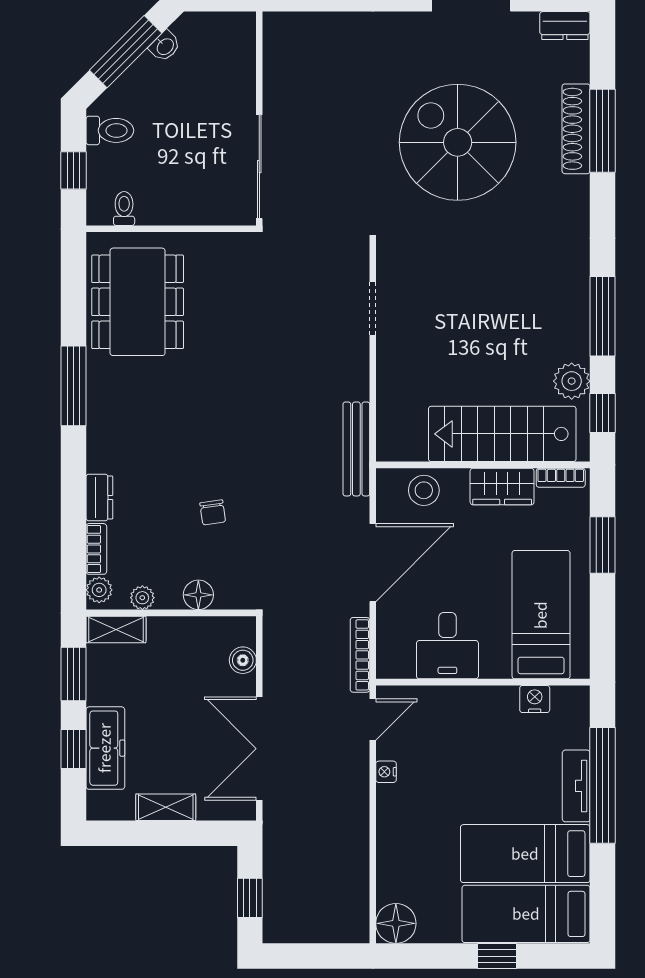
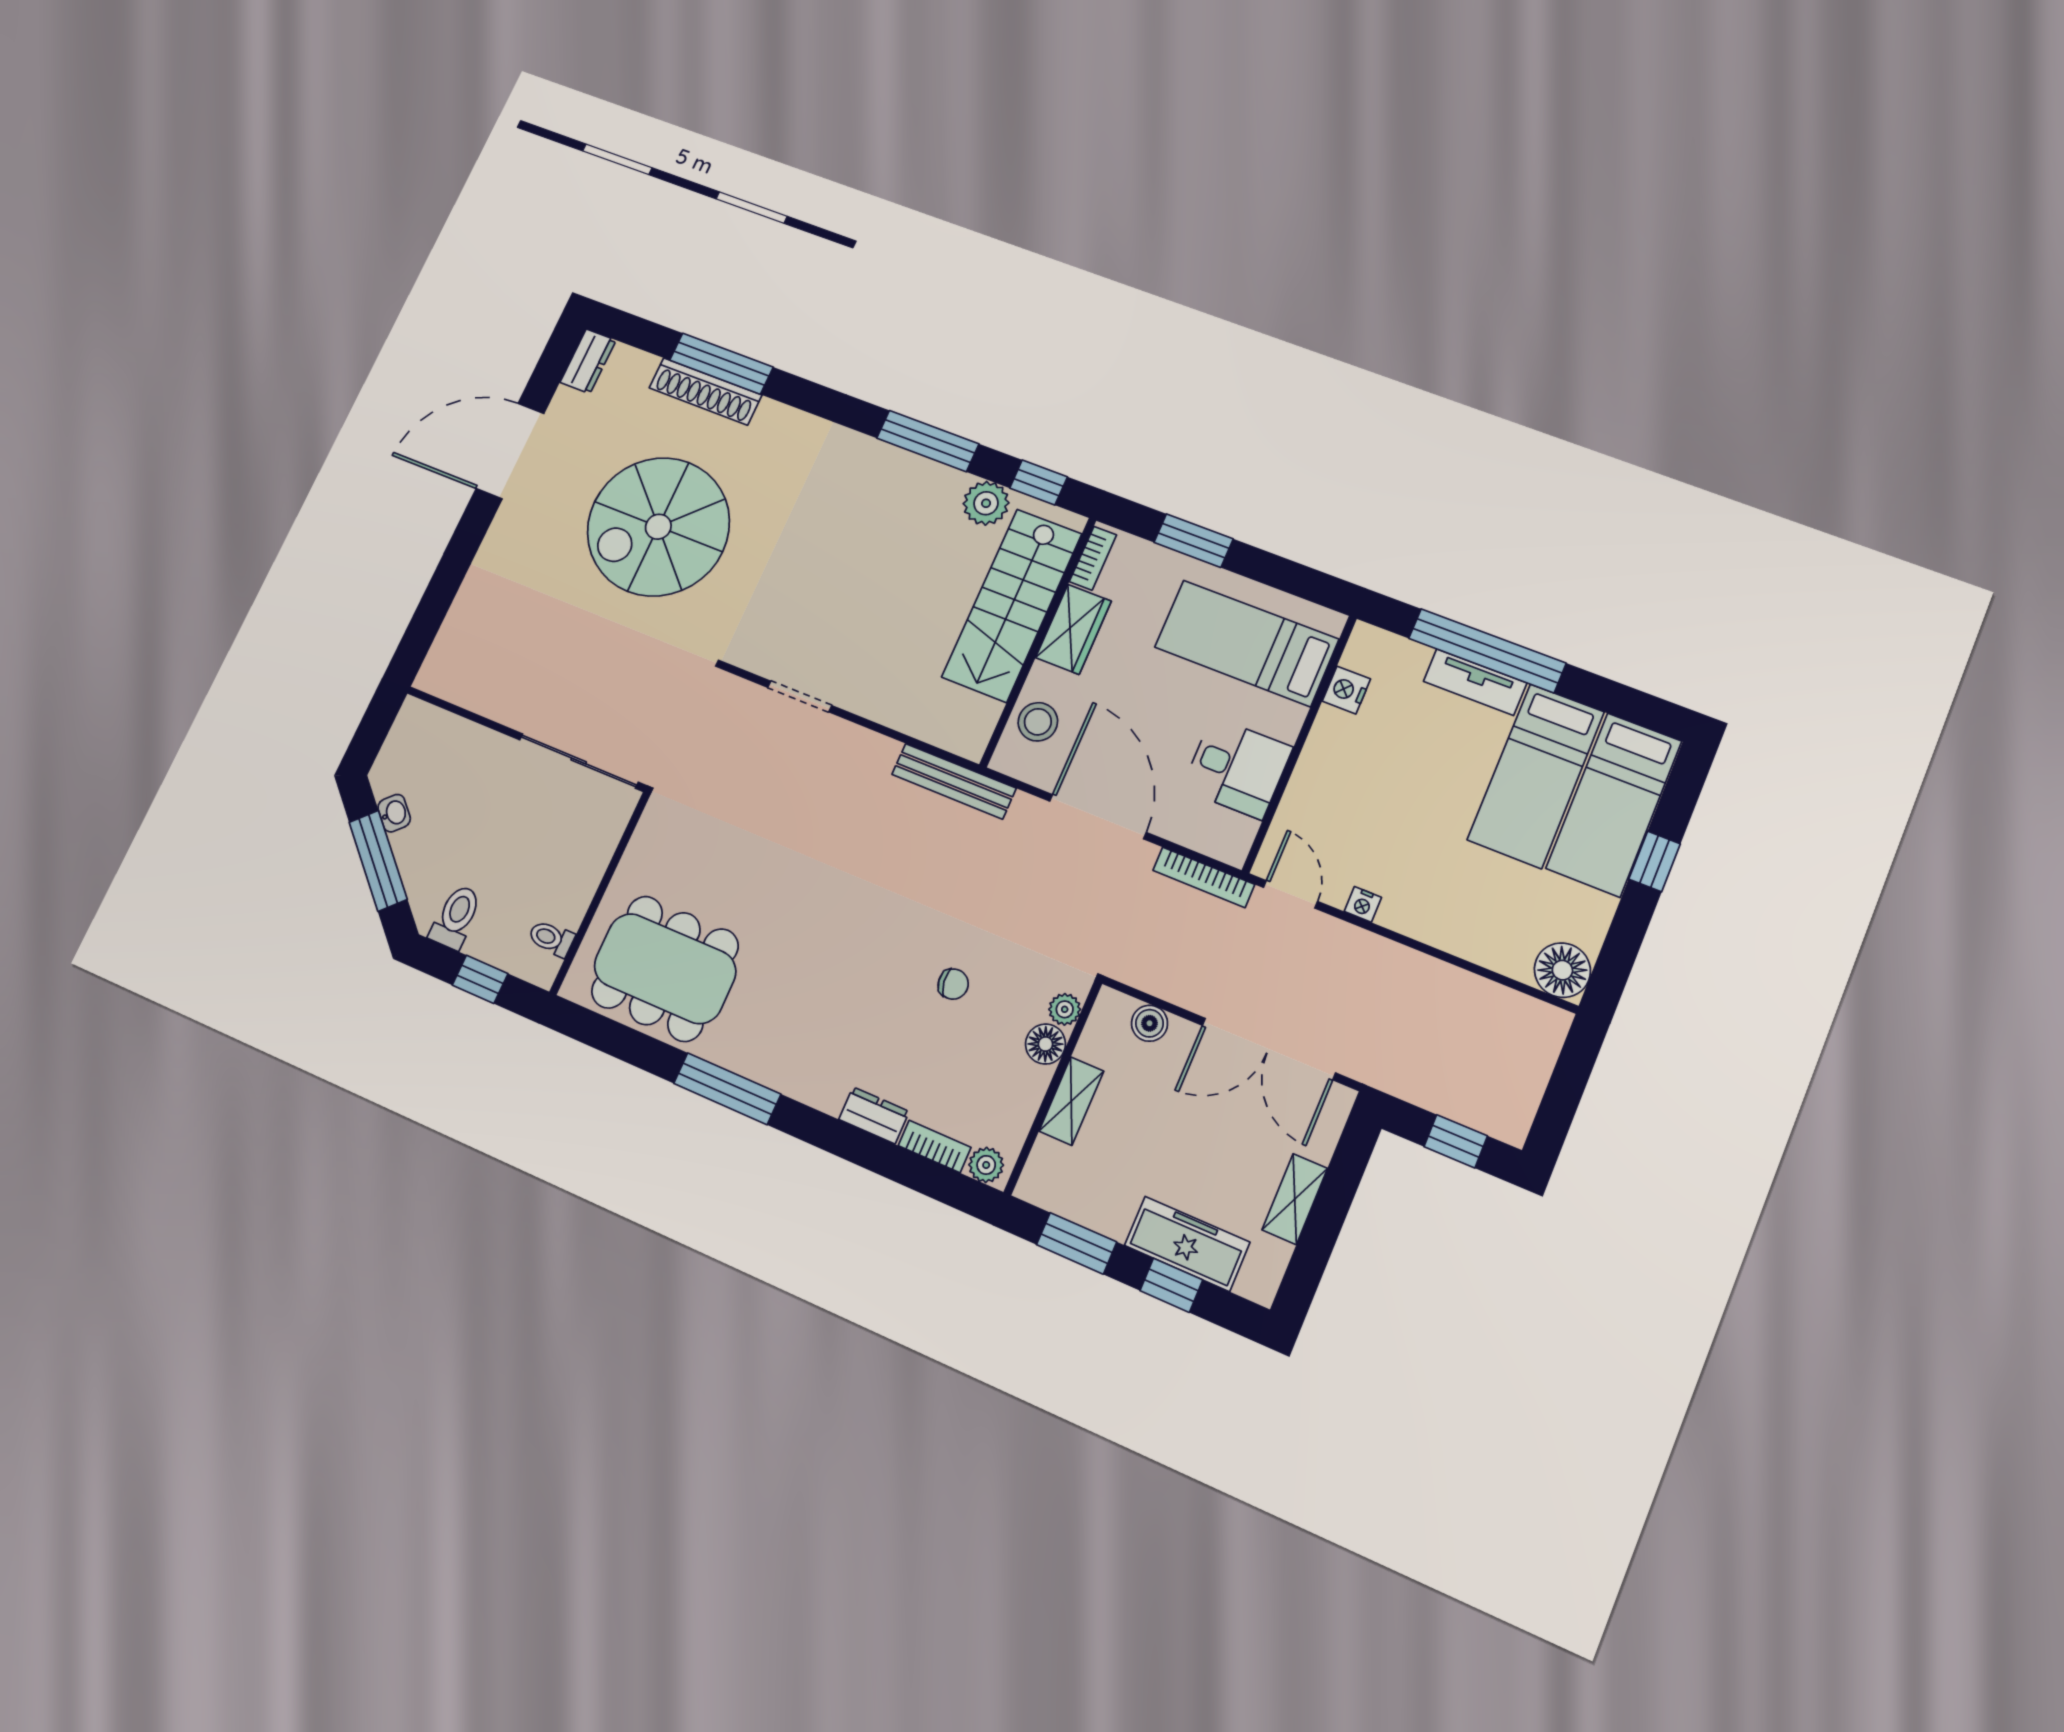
plant: (142, 598) -> (1065, 1009), moved
shelving: (116, 629) -> (1071, 1101), moved

